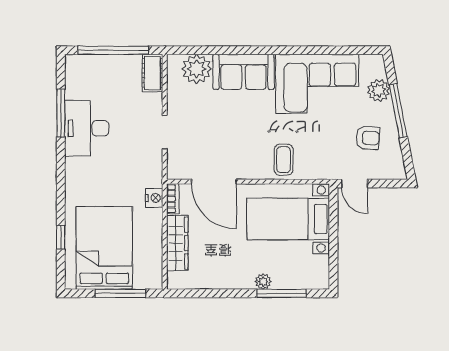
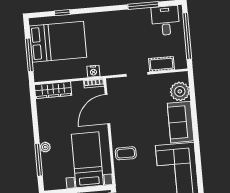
cot: (152, 73) -> (162, 64), moved
desk: (87, 128) -> (165, 21), moved, width x0.73
wardrobe: (177, 243) -> (53, 90), moved

